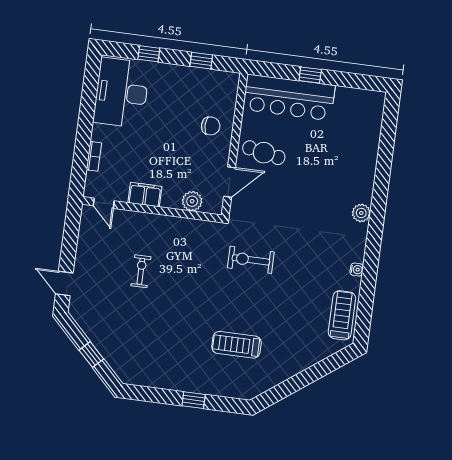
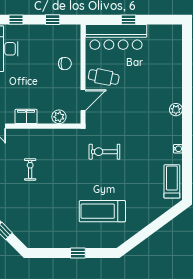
treadmill: (236, 345) -> (102, 211), width x1.37, depth x1.37

